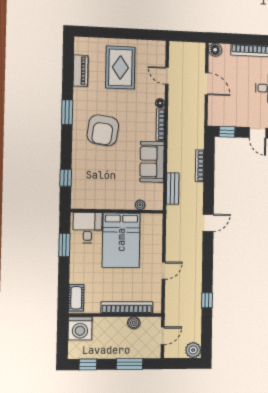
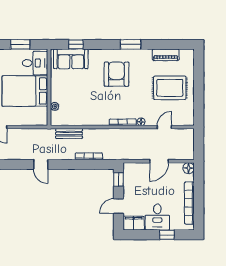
armchair: (103, 130) -> (116, 74), turned 82
sofa: (152, 162) -> (71, 59), moved, turned 180

